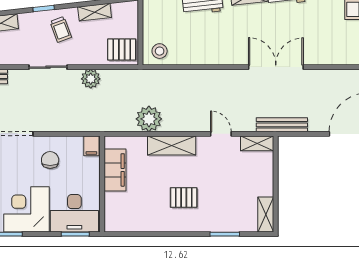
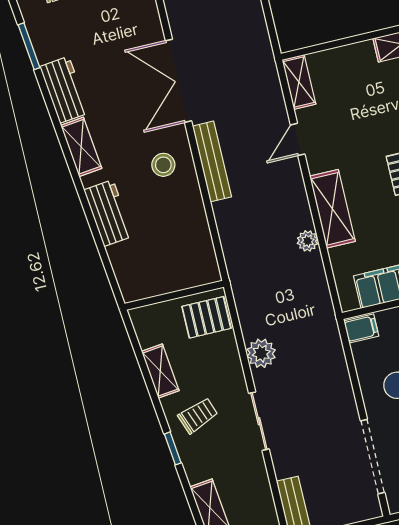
pallet: (122, 49) -> (206, 317), turned 90
stool: (160, 51) -> (163, 165), moved
plant: (149, 119) -> (308, 241), width x0.53, depth x0.53
bench: (282, 125) -> (212, 161), moved

